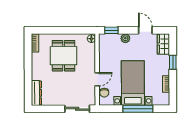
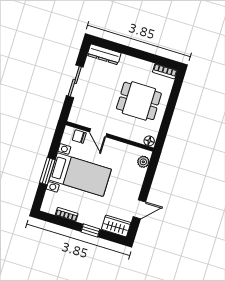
window: (111, 30) -> (152, 168), removed
plant: (125, 38) -> (143, 162), moved
sliding door: (77, 109) -> (75, 81), moved
window: (138, 109) -> (47, 171), width x0.69

